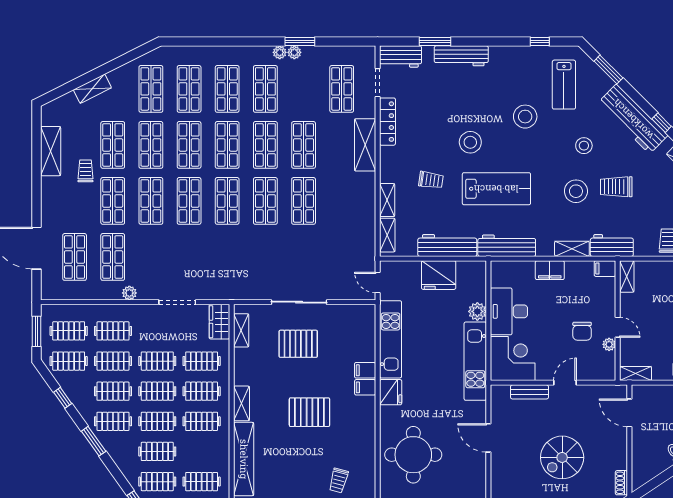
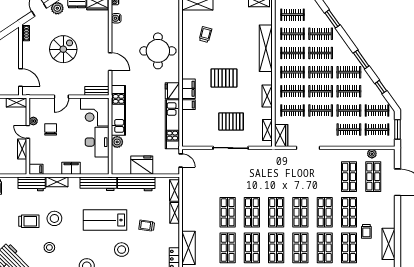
shelving: (627, 276) -> (22, 149), moved
plant: (129, 293) -> (372, 154), moved
filing cabinet: (365, 387) -> (188, 89), width x2.00
bench: (529, 392) -> (97, 91), moved
shelving: (241, 403) -> (267, 96), moved
clothes rail: (202, 451) -> (292, 53), added

